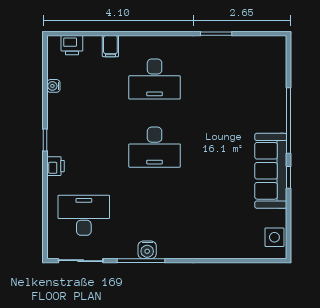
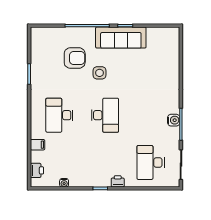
desk: (155, 79) -> (59, 115), turned 180
armchair: (240, 102) -> (75, 58), added
side table: (274, 237) -> (99, 73), moved

